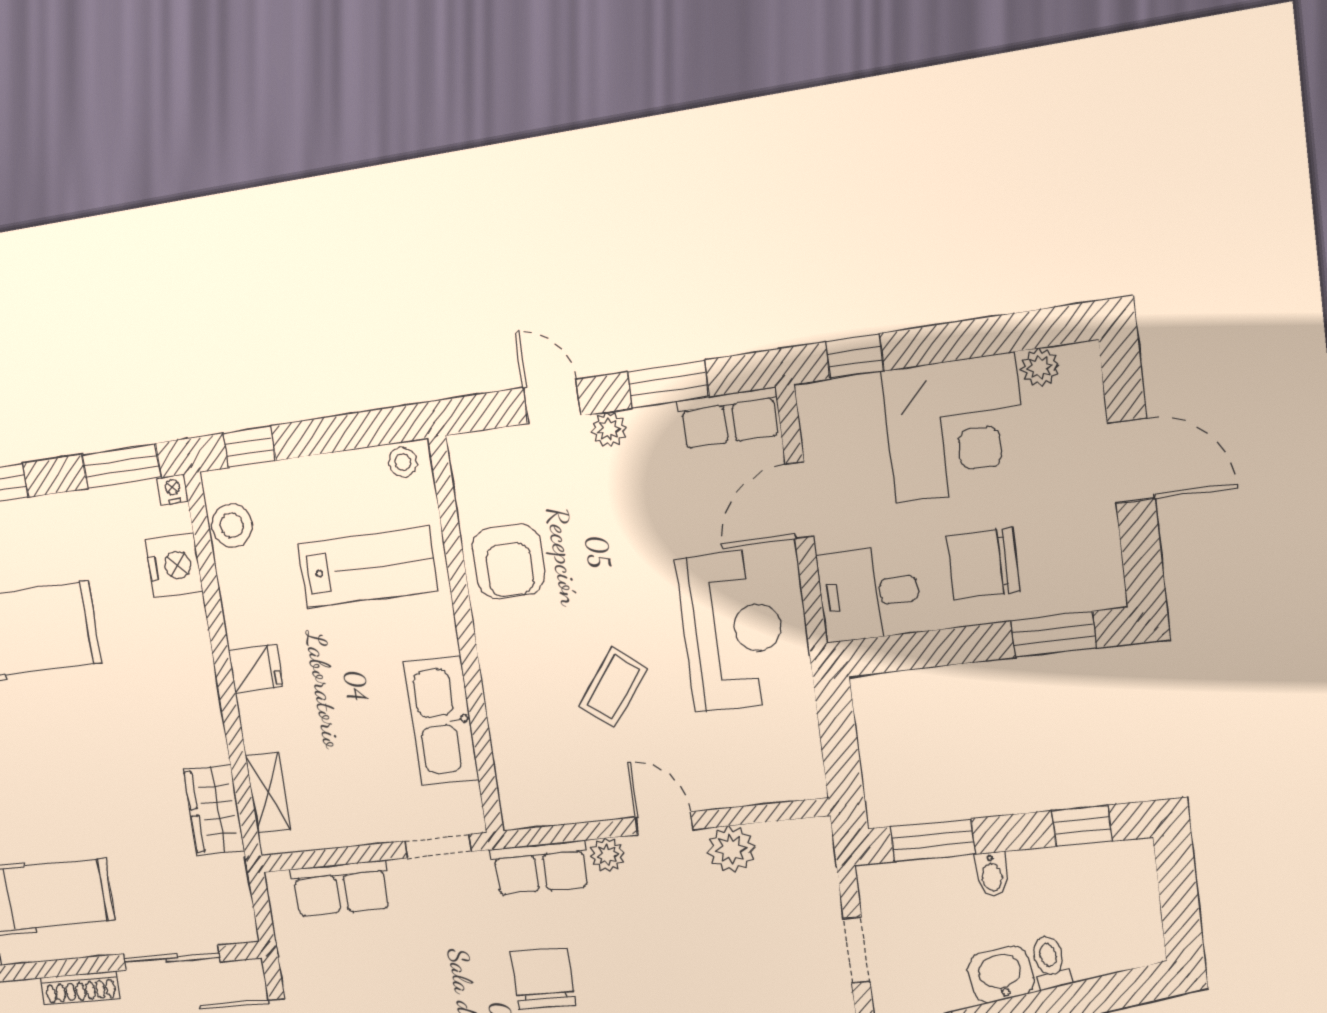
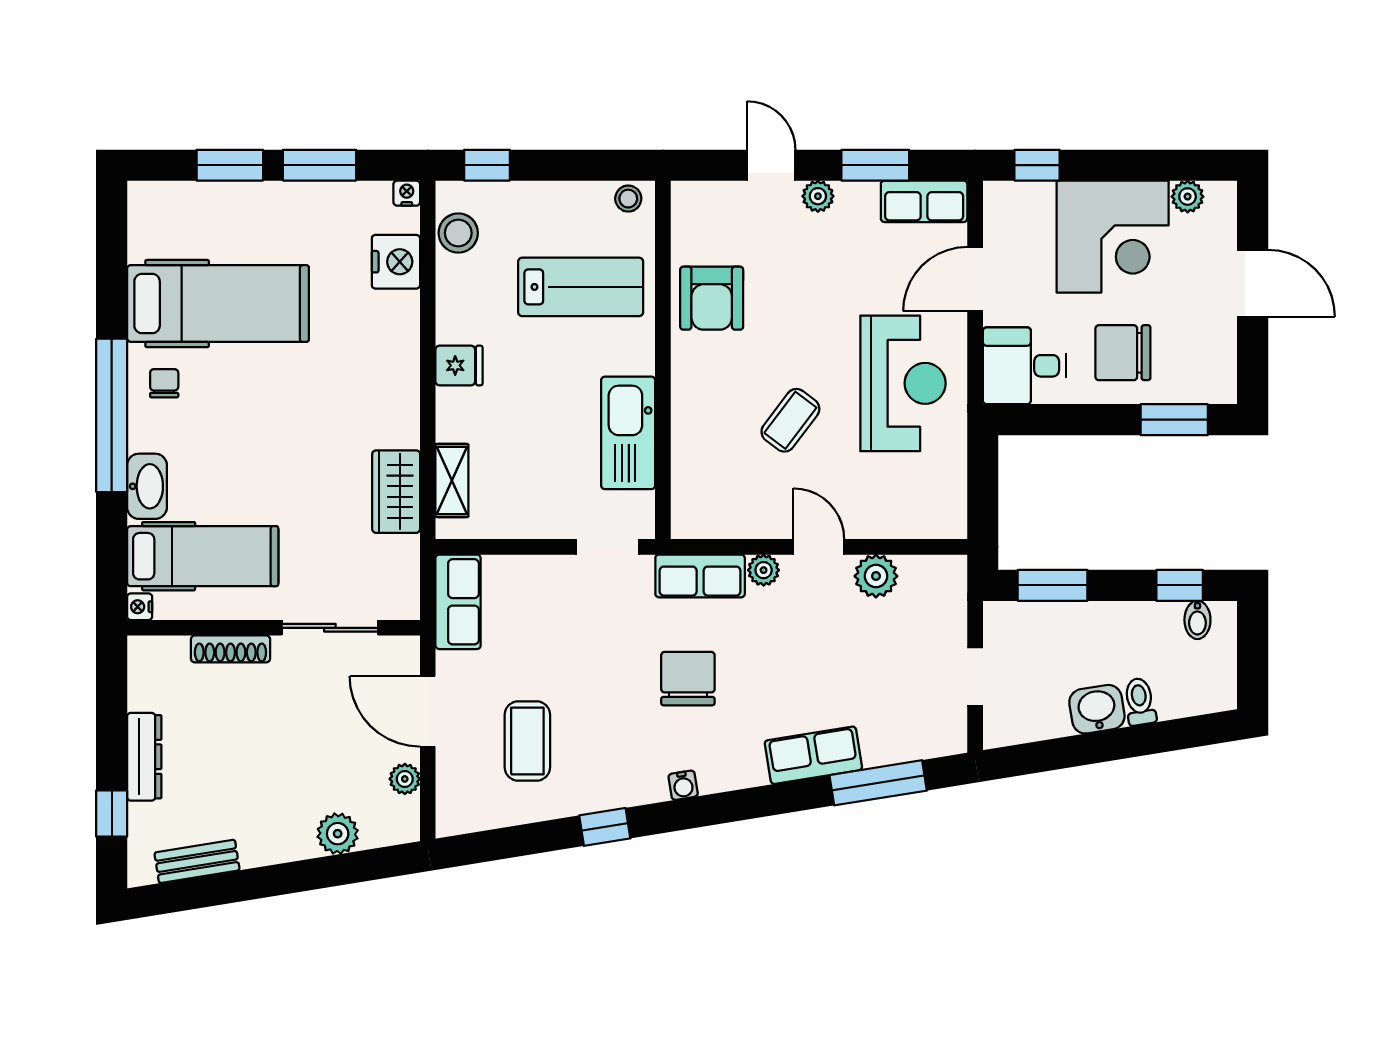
window: (121, 466) -> (320, 165), moved
bidet: (992, 874) -> (1197, 620), moved
row of seats: (341, 889) -> (458, 602), moved, turned -90

